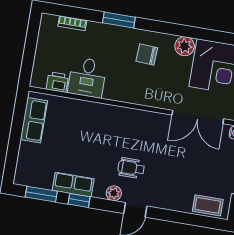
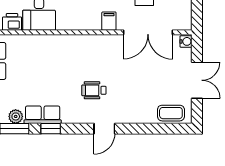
filing cabinet: (159, 98) -> (109, 21), added
plant: (114, 193) -> (16, 116), moved

